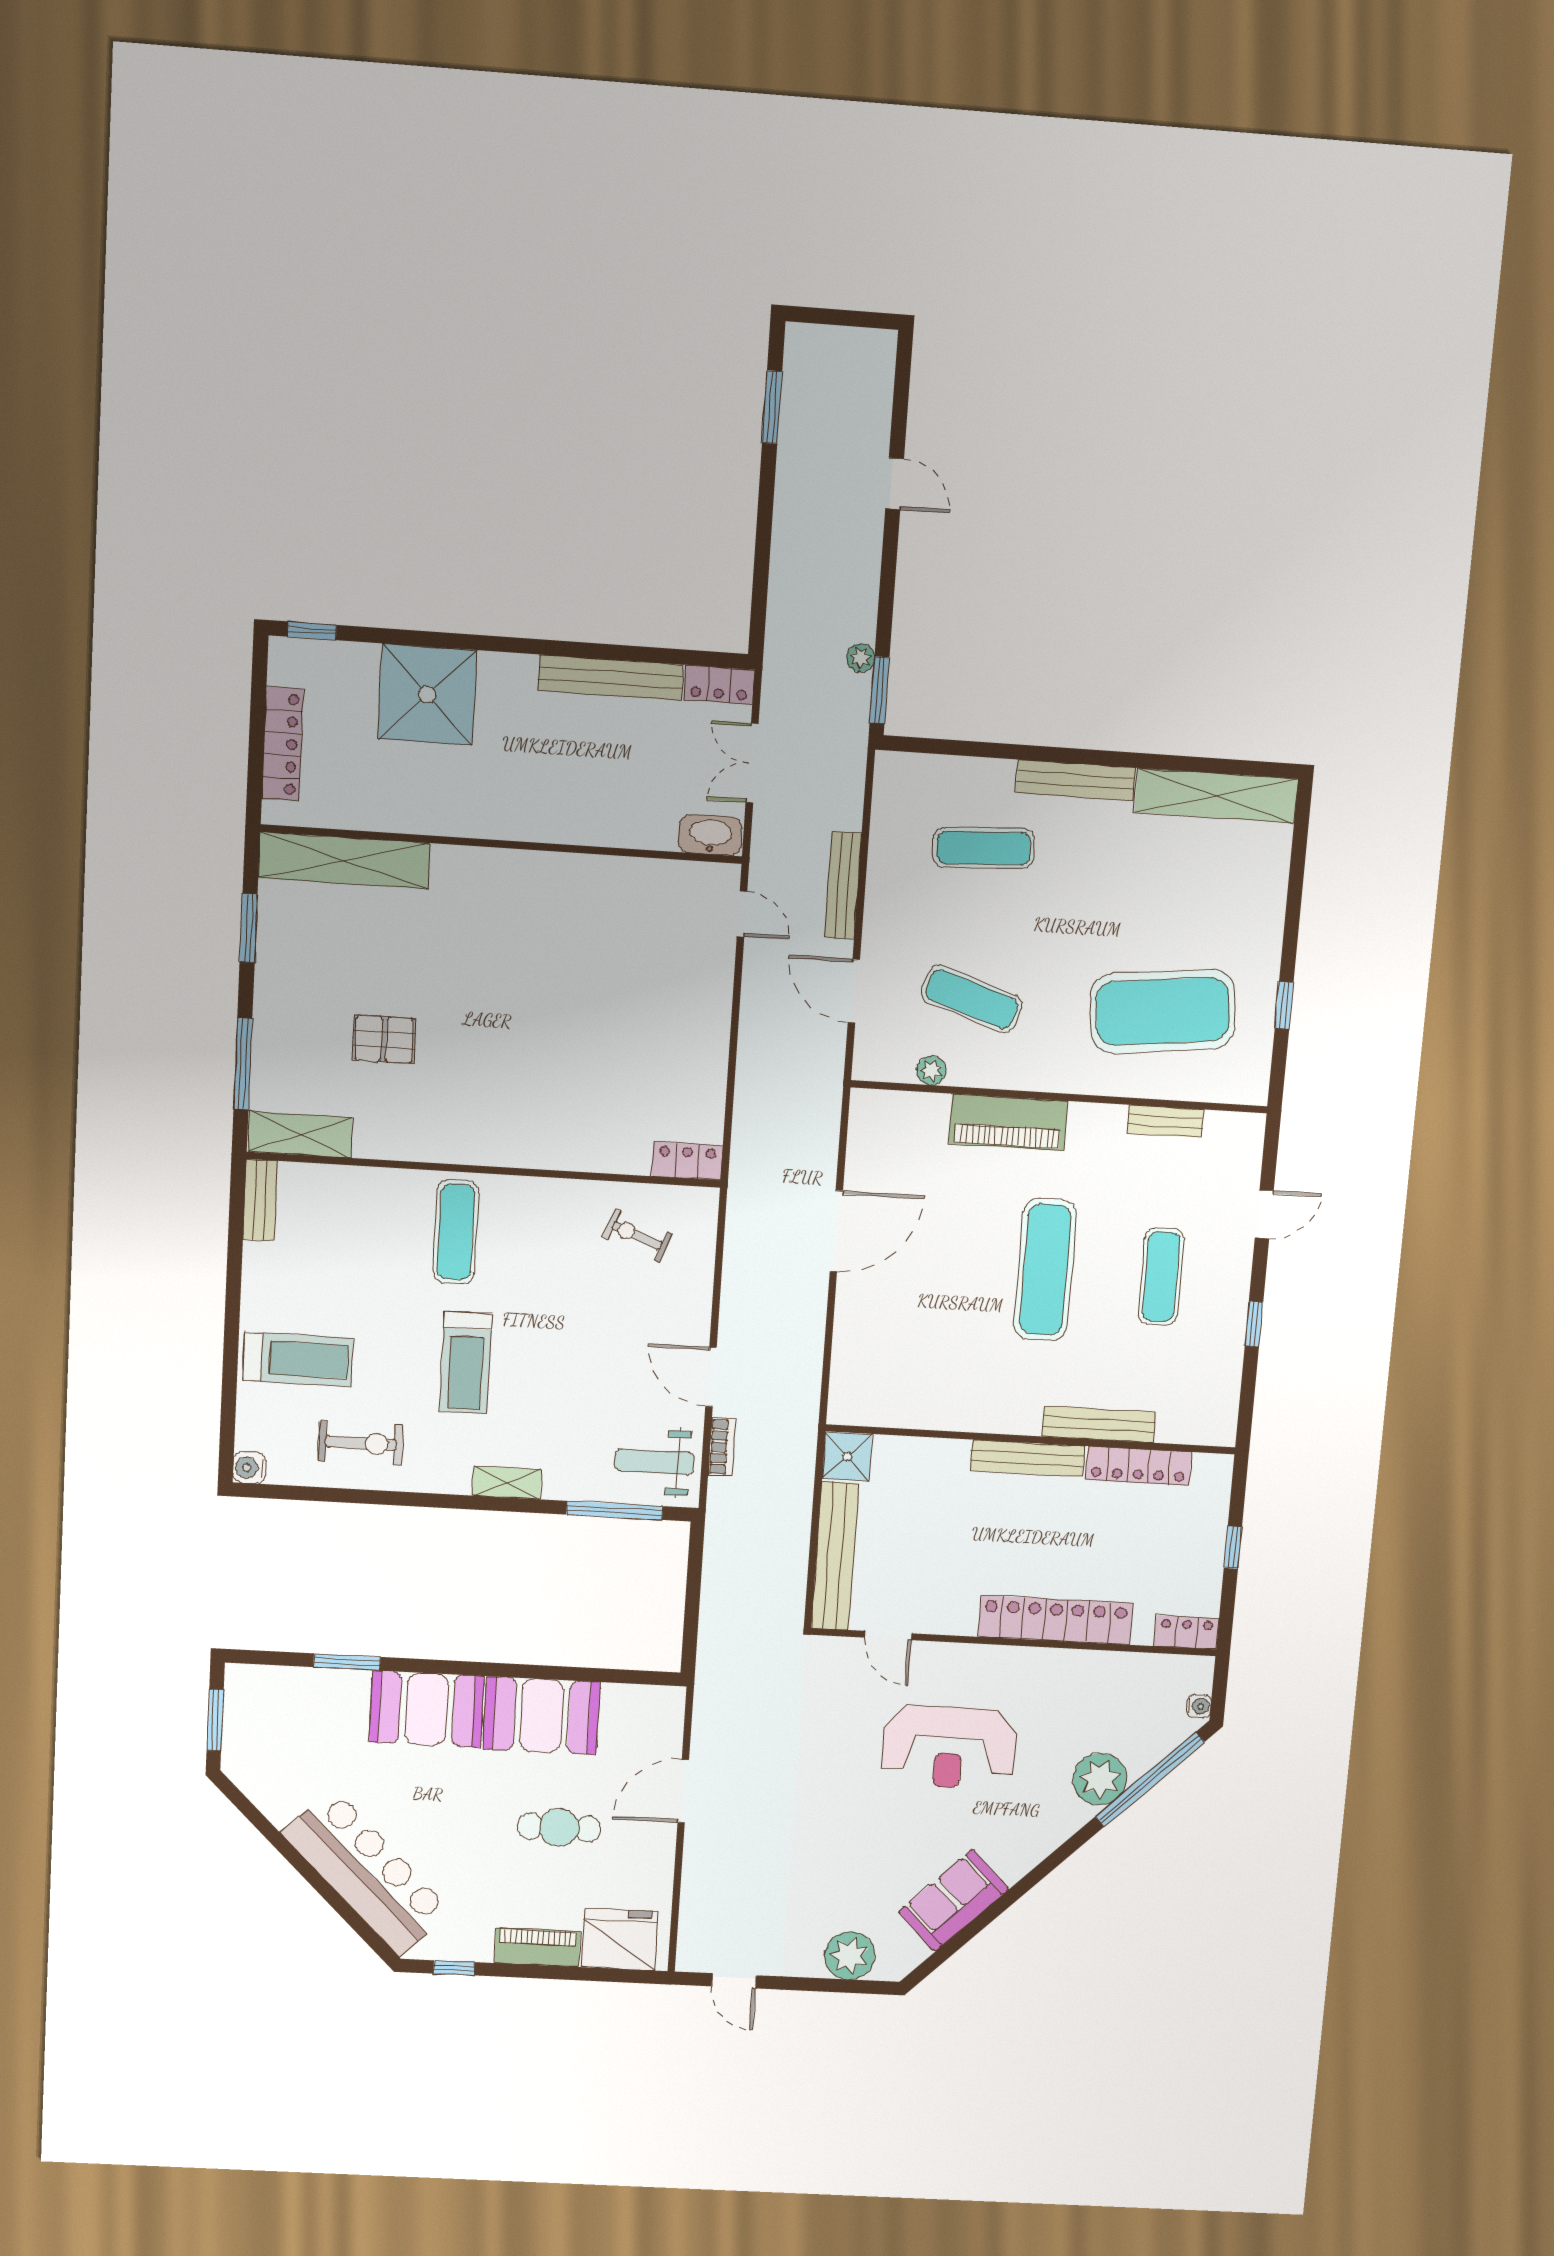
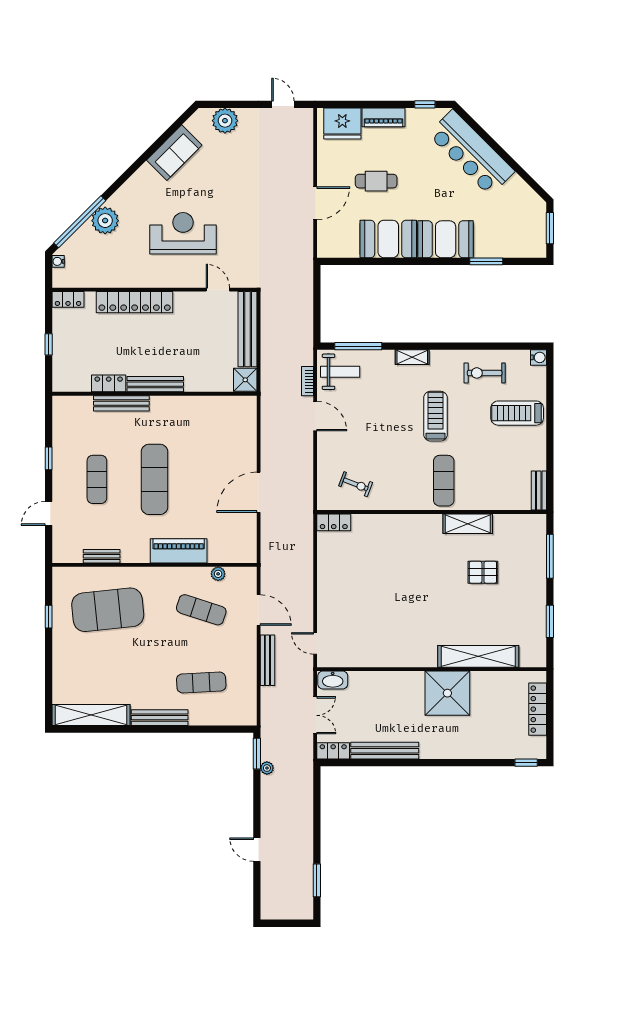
shower: (427, 695) -> (447, 693), moved
shelving: (344, 861) -> (478, 656), moved
shelving: (300, 1135) -> (468, 524), moved
locker: (1139, 1466) -> (109, 383), width x0.66

